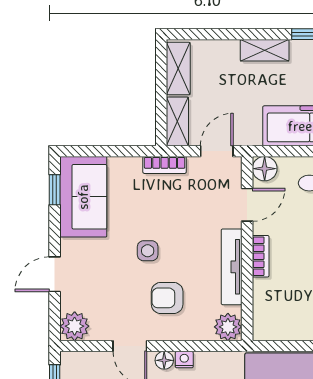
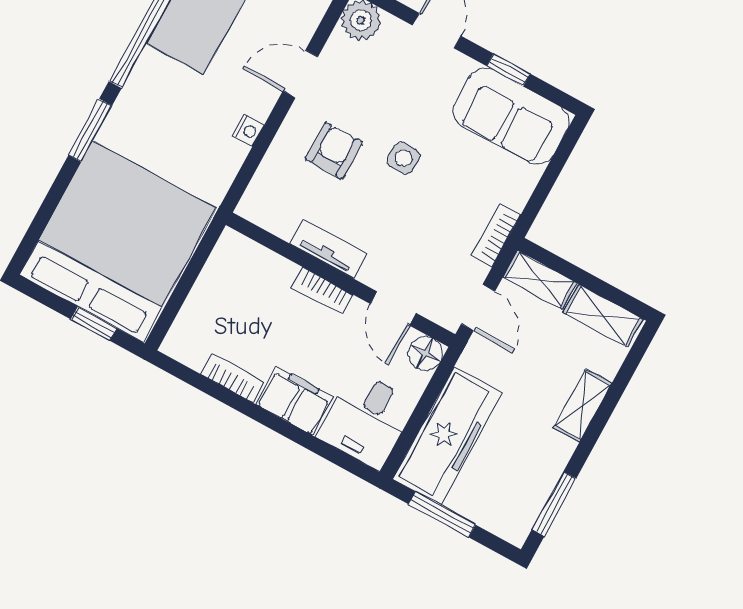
shelving: (265, 50) -> (582, 406), moved
window: (55, 190) -> (508, 70), moved
tv unit: (232, 267) -> (329, 249), width x0.71
plant: (228, 327) -> (259, 205), removed
floor lamp: (164, 360) -> (261, 106), removed

